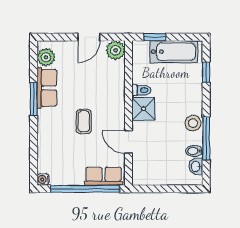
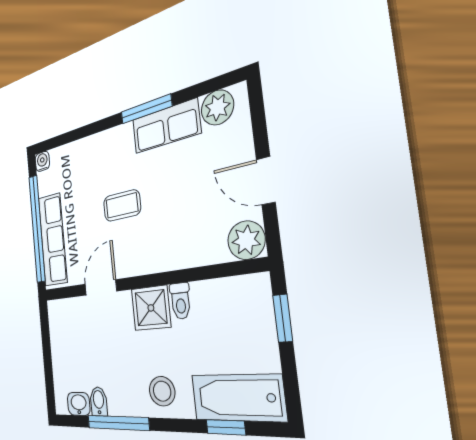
bathtub: (174, 52) -> (237, 398), moved, turned 90
stool: (193, 123) -> (162, 391), moved
row of seats: (104, 176) -> (53, 240), width x1.48

